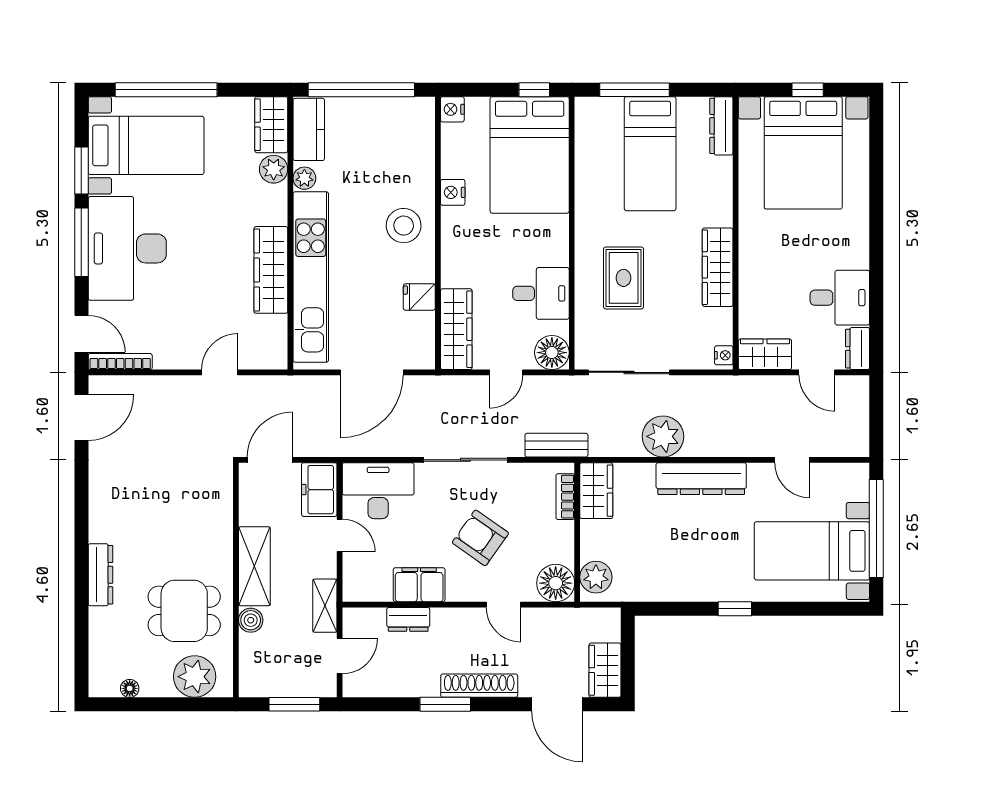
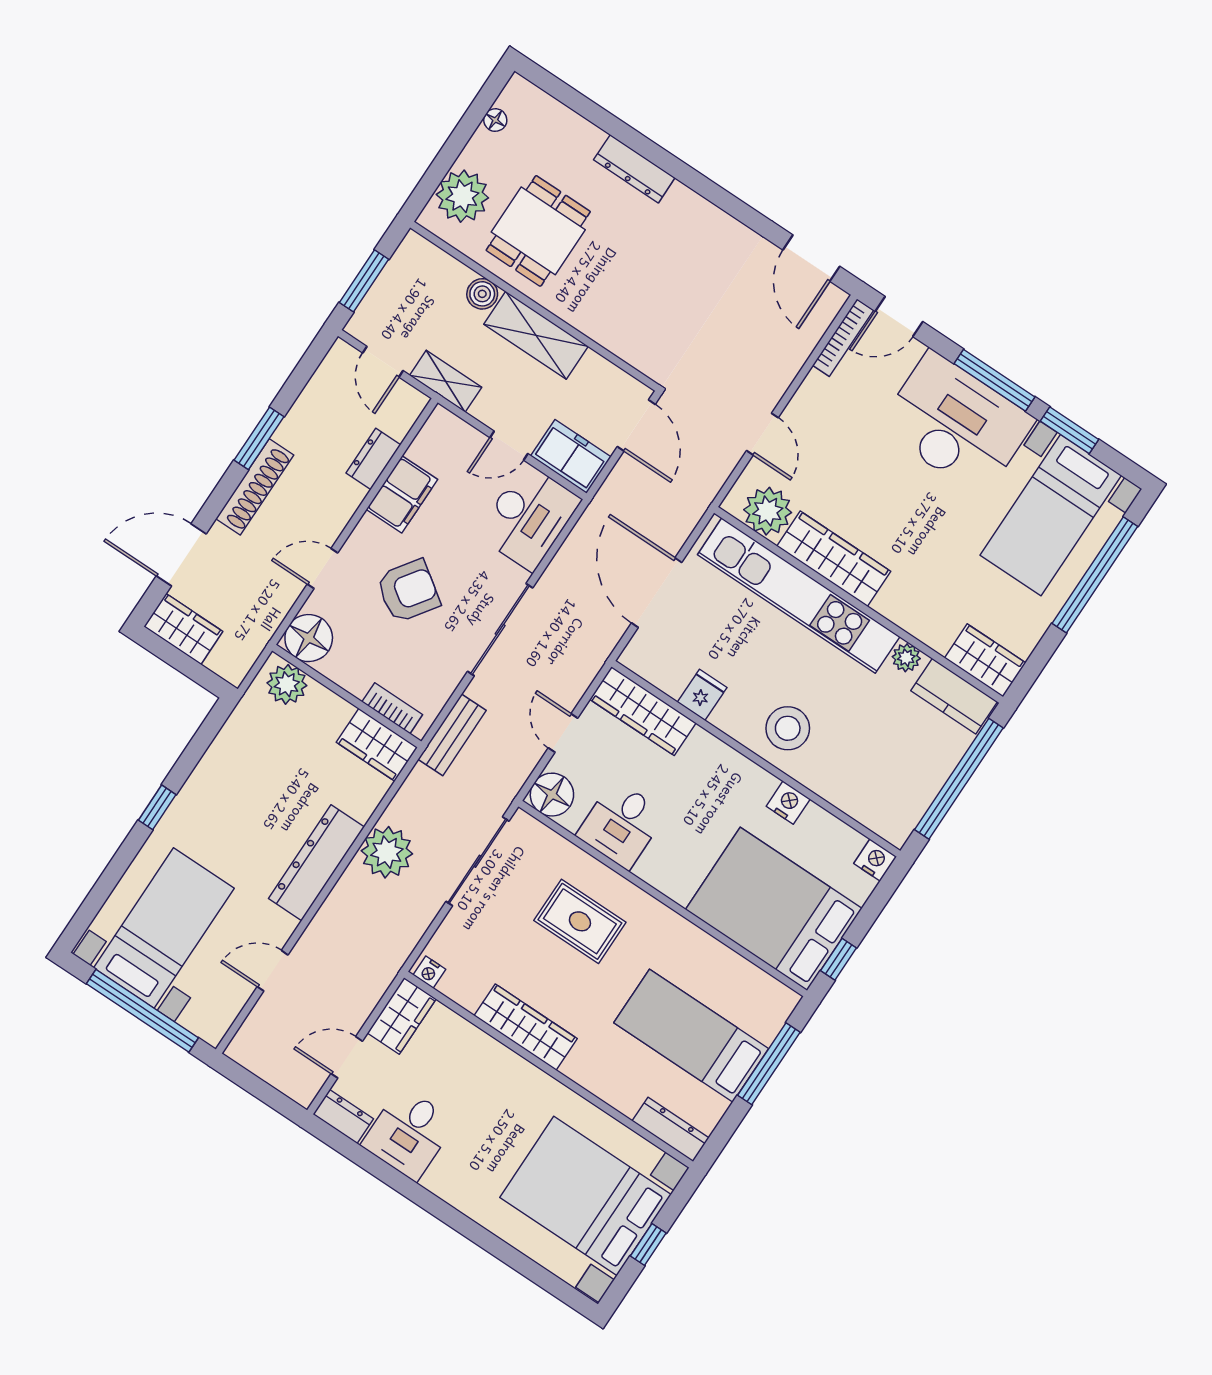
plant: (274, 169) -> (768, 511), moved, width x1.36, depth x1.36

